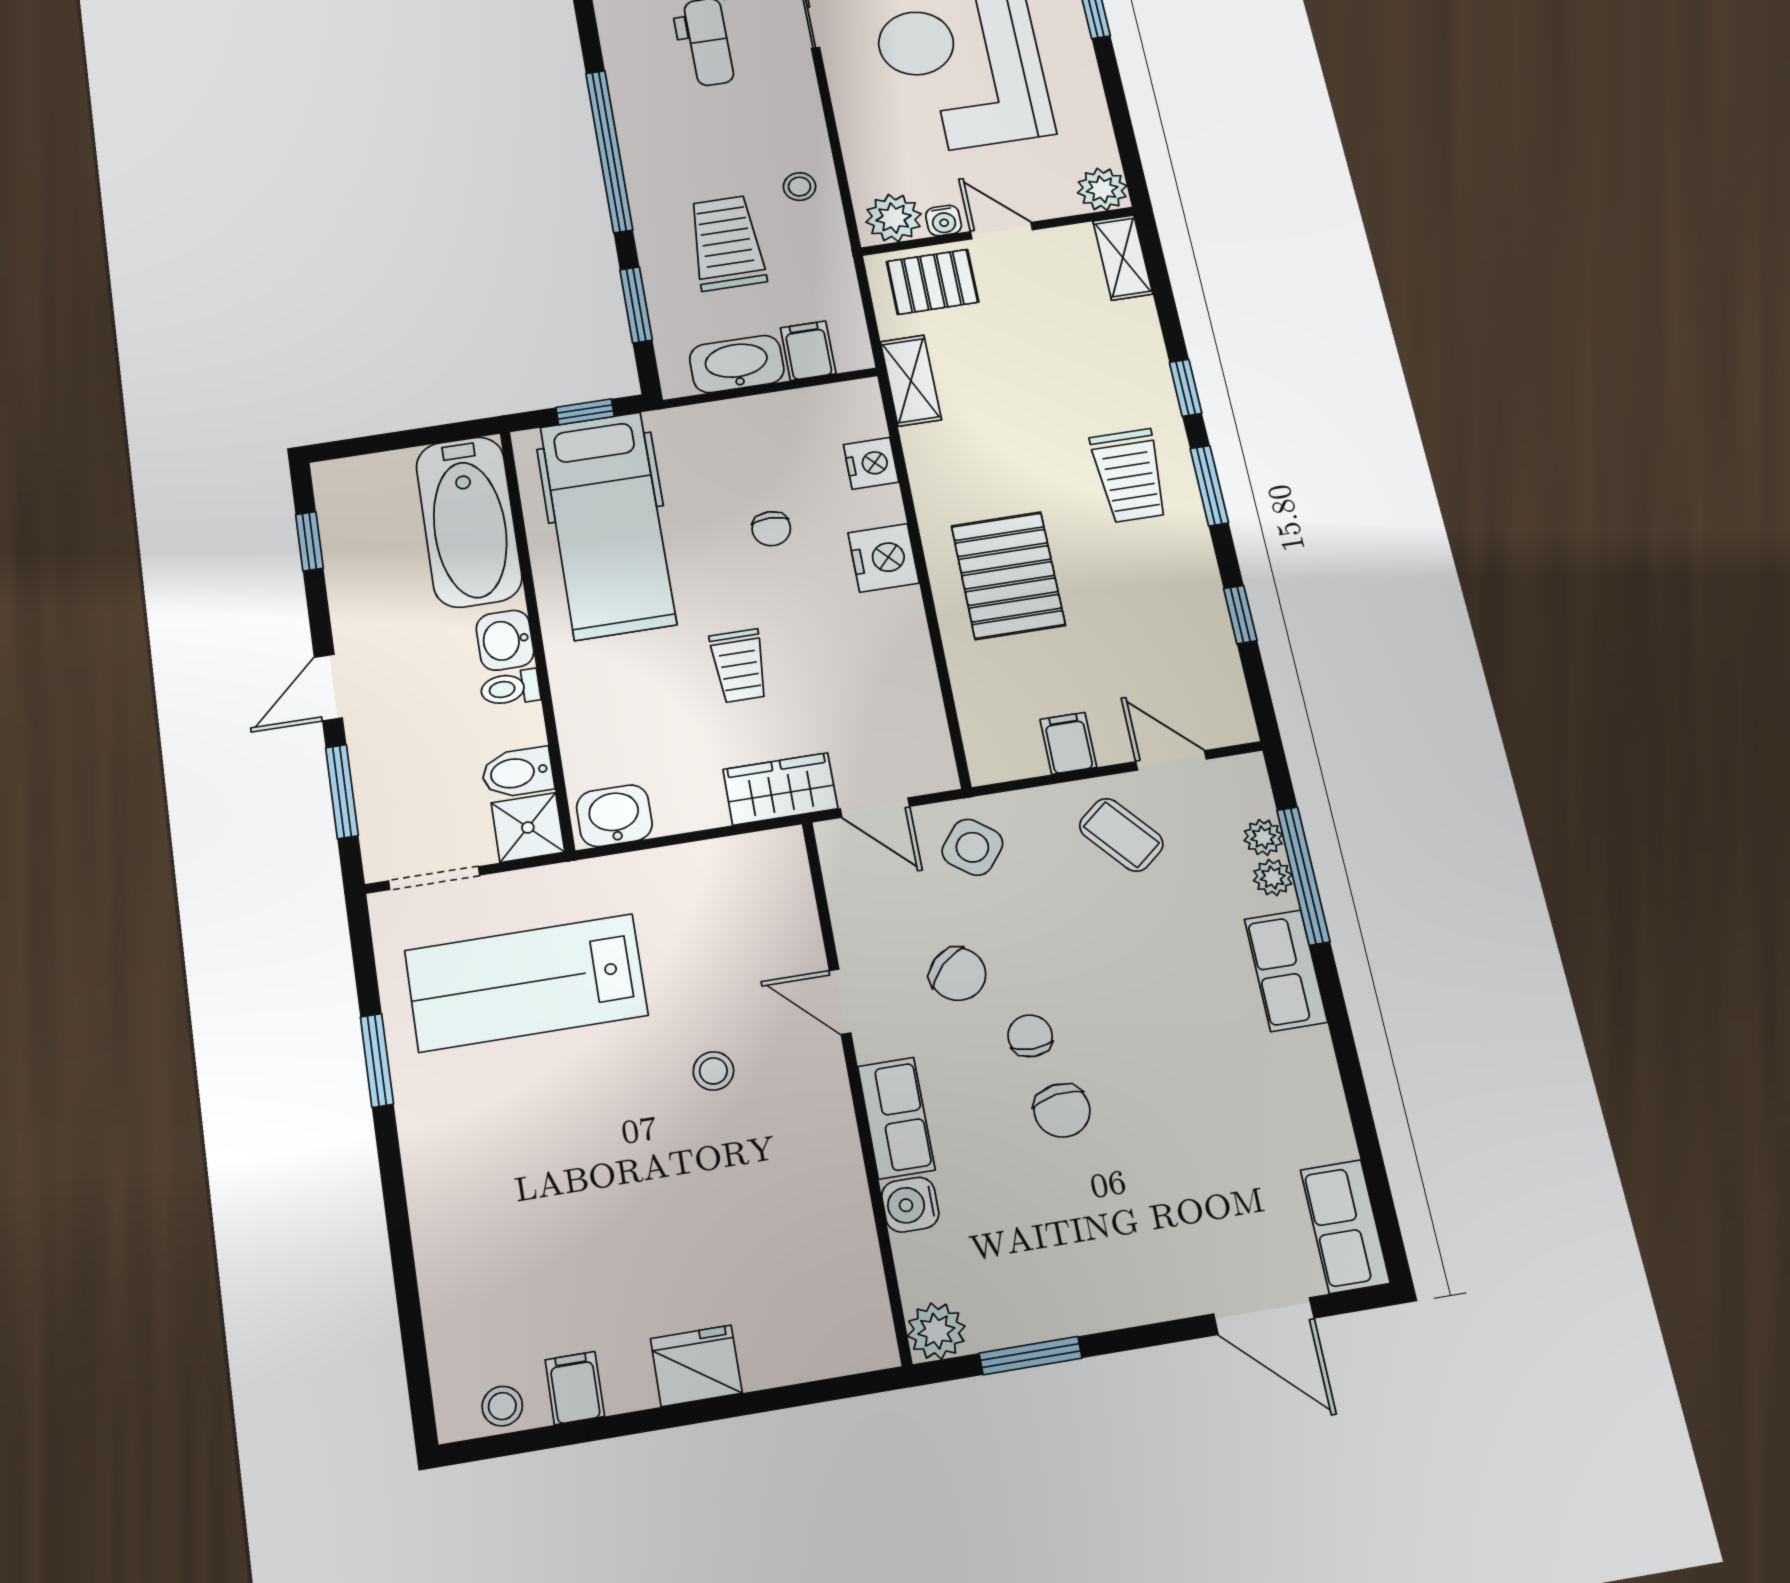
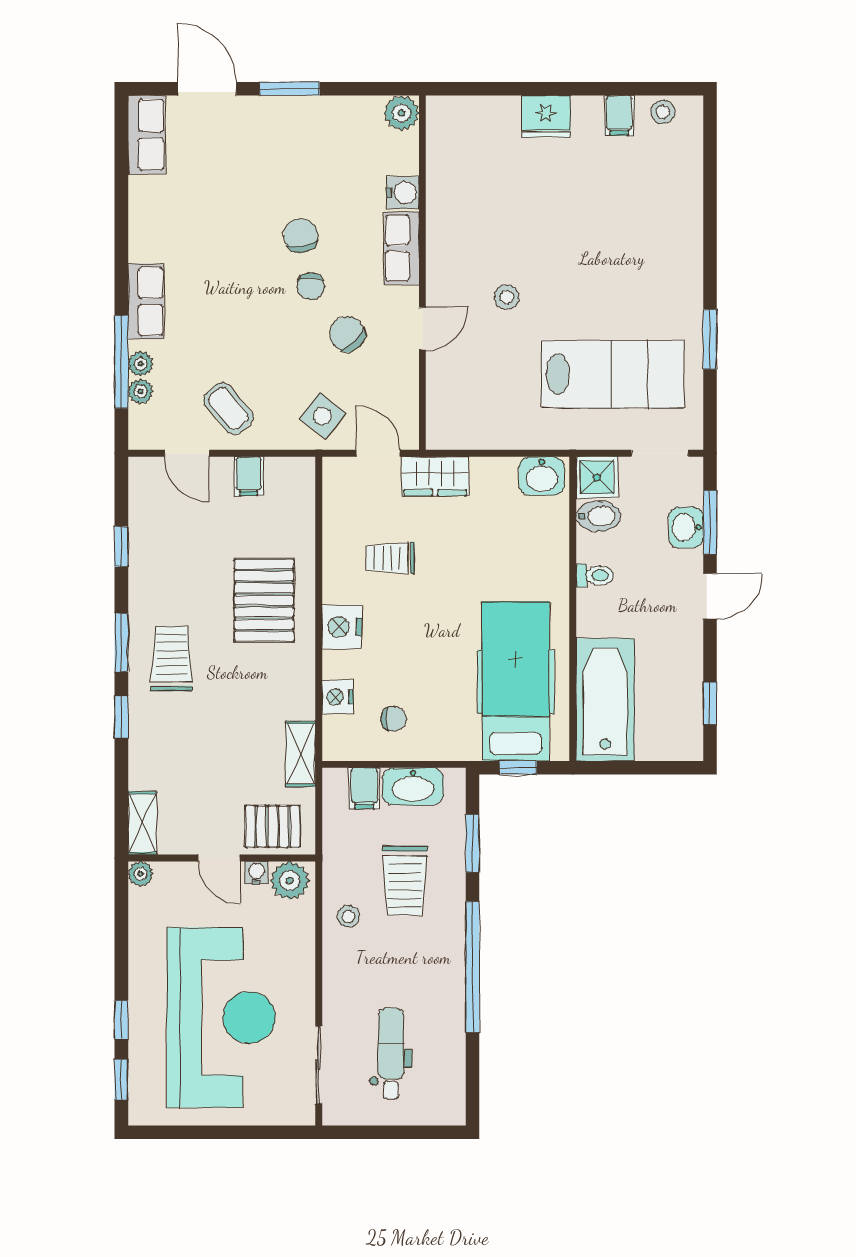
plant: (1102, 189) -> (141, 874), width x0.73, depth x0.73
chair: (771, 529) -> (394, 719), moved, turned 90
washbasin: (505, 640) -> (686, 527), moved, turned 180
trolley: (739, 666) -> (390, 558), moved, turned -90
door: (840, 1002) -> (422, 328), hinge flipped
window: (1031, 1356) -> (290, 89), moved

